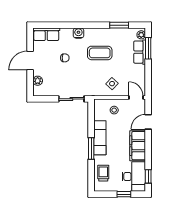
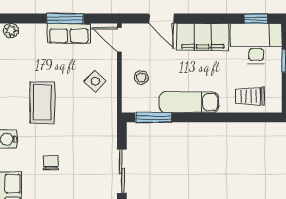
window: (148, 48) -> (65, 19), moved
row of seats: (140, 52) -> (69, 33), moved
door: (136, 97) -> (119, 40), hinge flipped
sliding door: (71, 99) -> (122, 171), moved
window: (91, 148) -> (154, 117), moved

